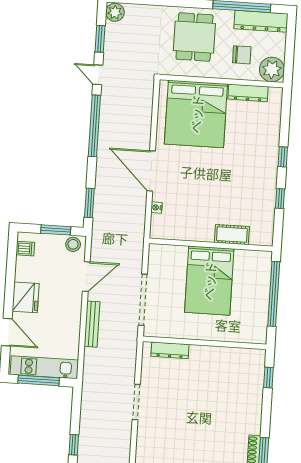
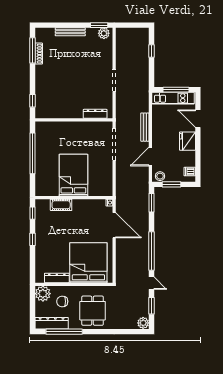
cot: (232, 235) -> (61, 205), moved
wall: (211, 245) -> (74, 198), moved
bed: (209, 281) -> (73, 175), moved

